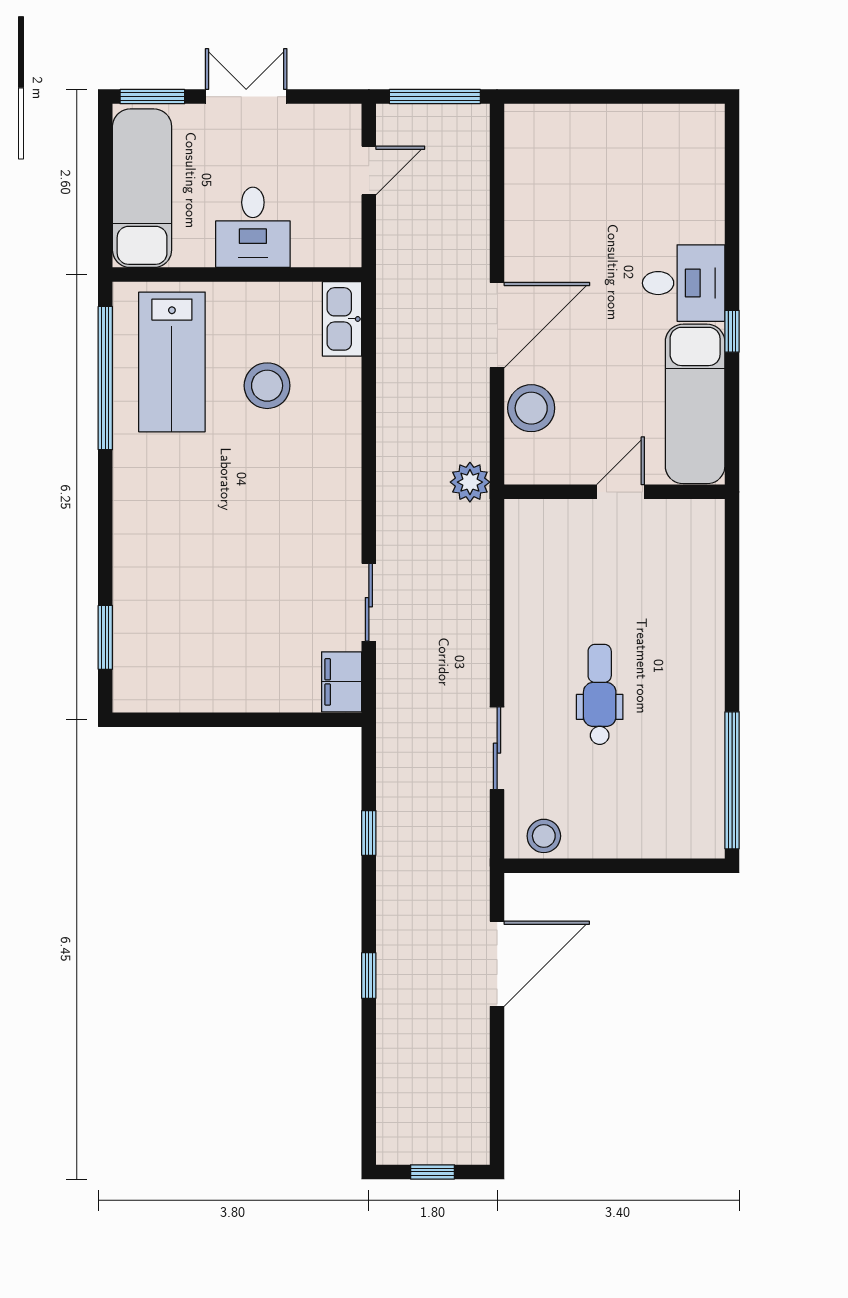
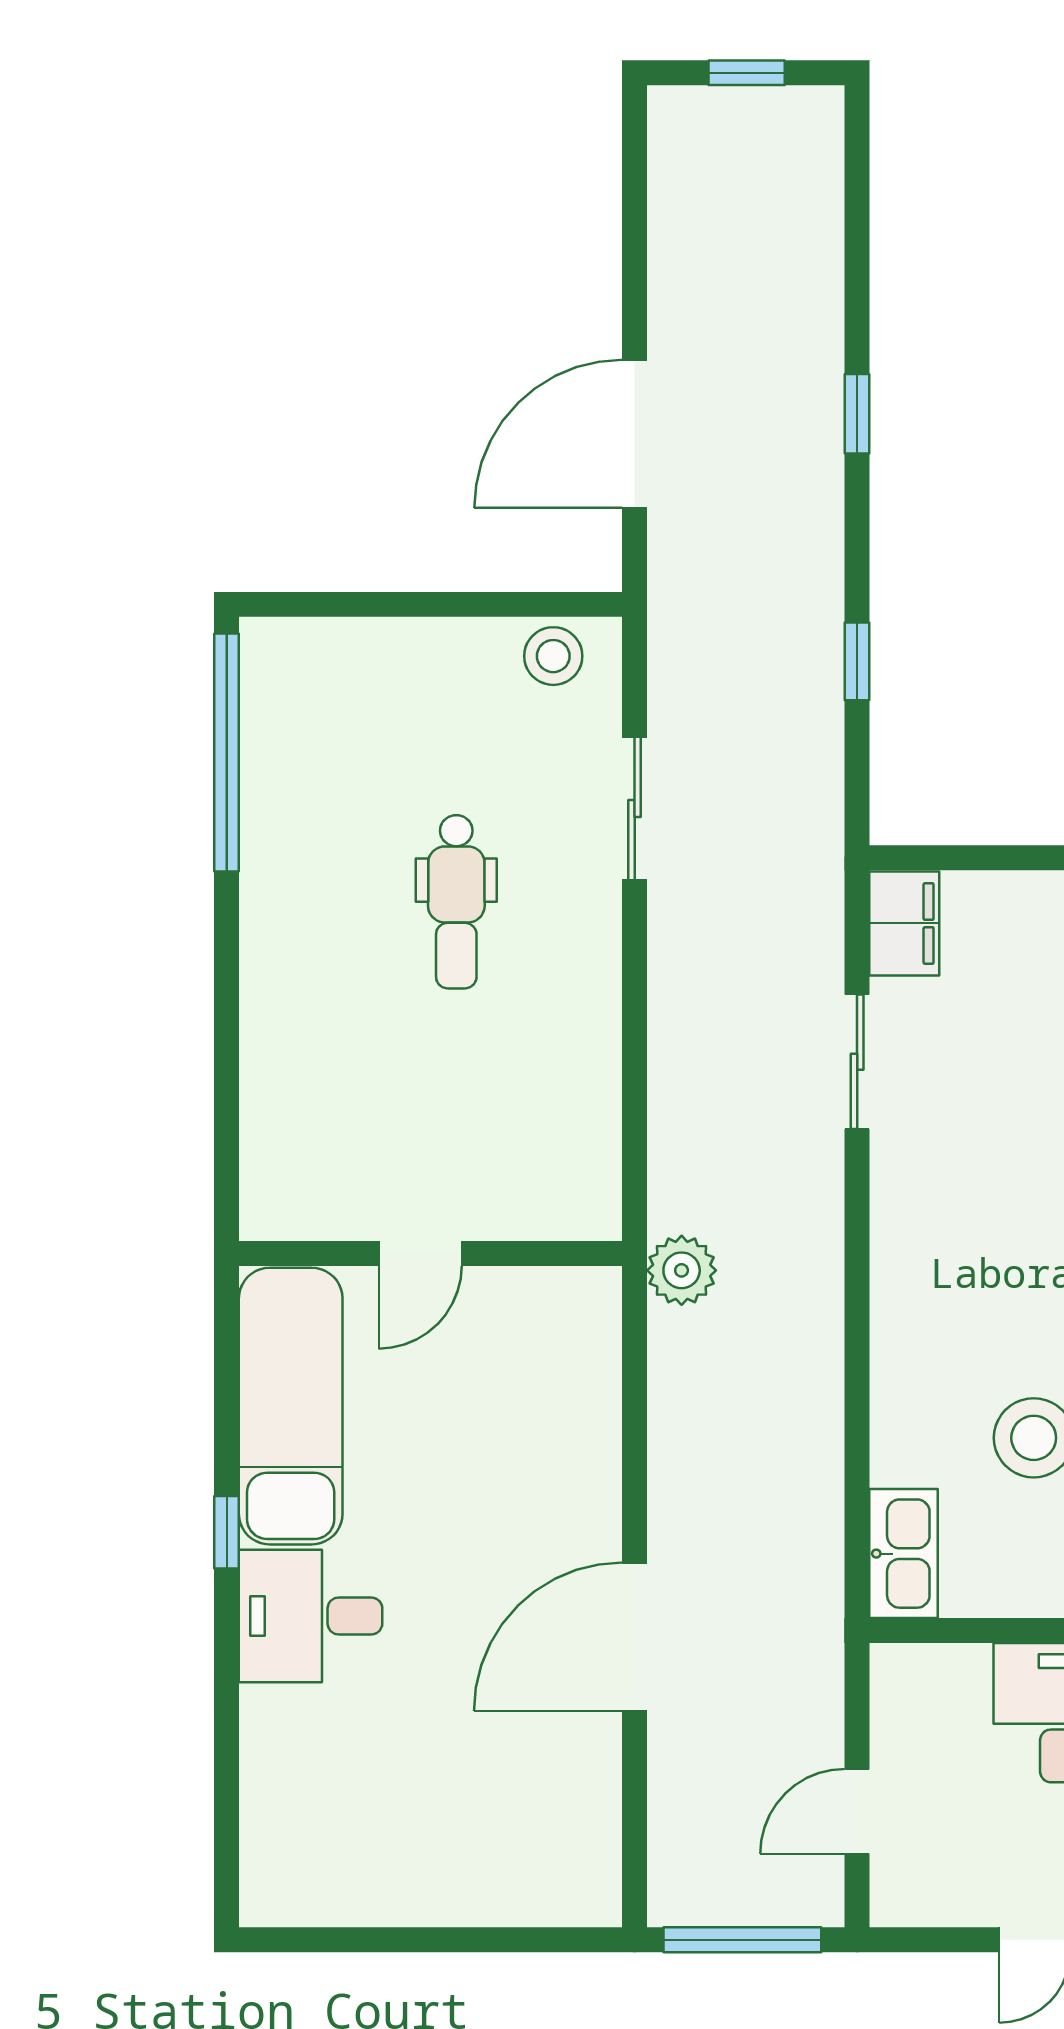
door: (497, 325) -> (635, 1637), moved
stool: (531, 408) -> (575, 1399), removed

